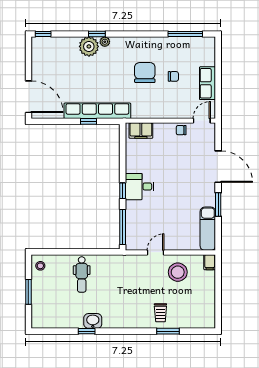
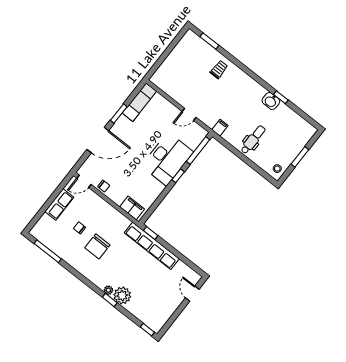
door: (28, 97) -> (192, 294), width x0.53
window: (88, 121) -> (151, 233), moved
door: (218, 167) -> (98, 140), swing flipped
desk: (140, 187) -> (167, 159), width x1.87, depth x1.30
filing cabinet: (210, 262) -> (220, 128), moved
stool: (178, 272) -> (184, 88), removed
window: (168, 331) -> (209, 41), moved

